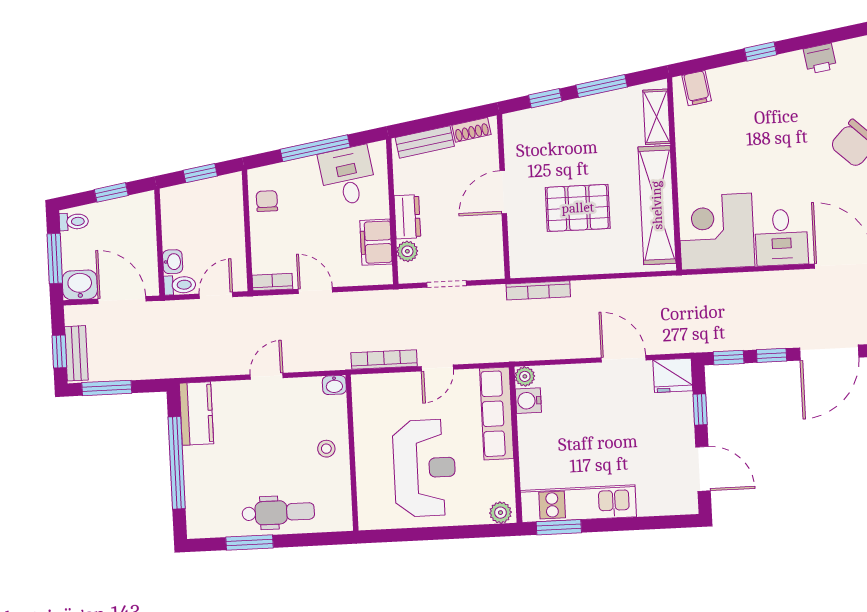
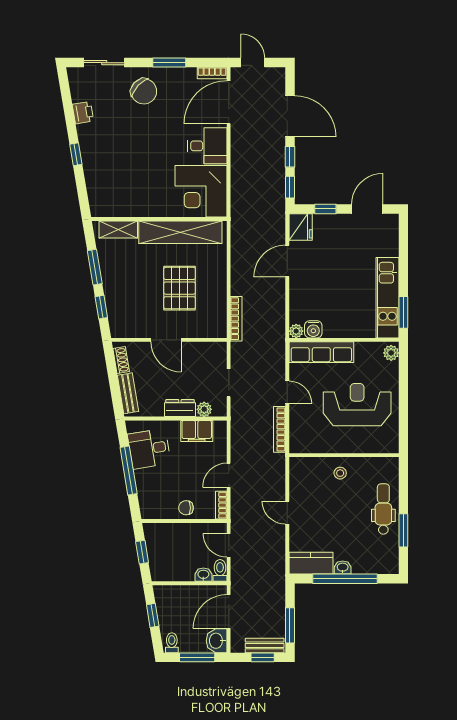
filing cabinet: (697, 88) -> (99, 200), removed
chair: (267, 201) -> (186, 508), moved
washbasin: (334, 385) -> (343, 567), moved, turned -90

